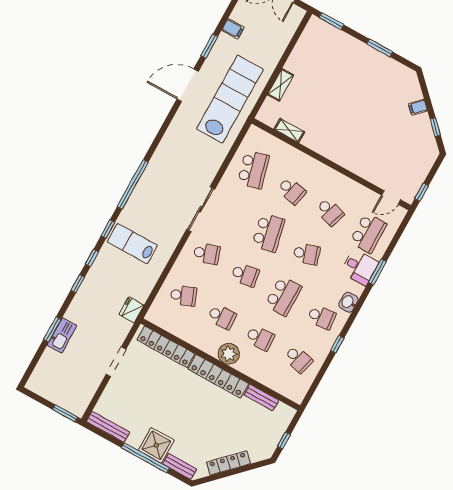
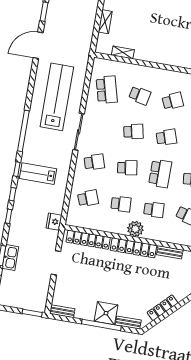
lab bench: (230, 99) -> (57, 97), moved
school desk: (330, 212) -> (173, 101), turned -42
school desk: (268, 233) -> (133, 132), width x0.54
bench: (108, 427) -> (62, 311), width x0.73

